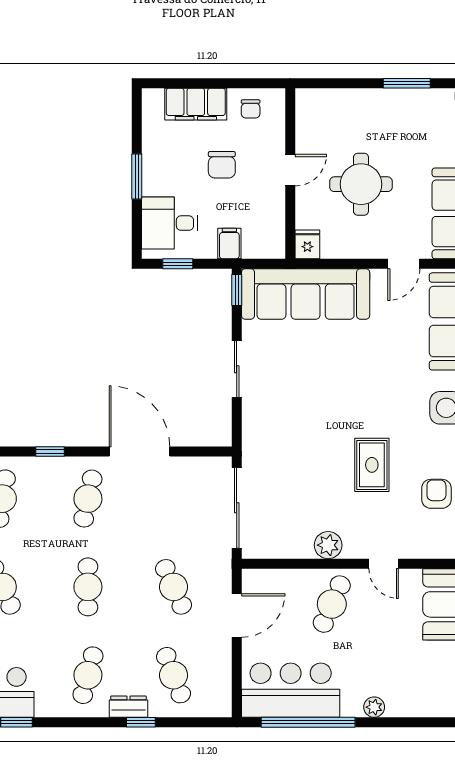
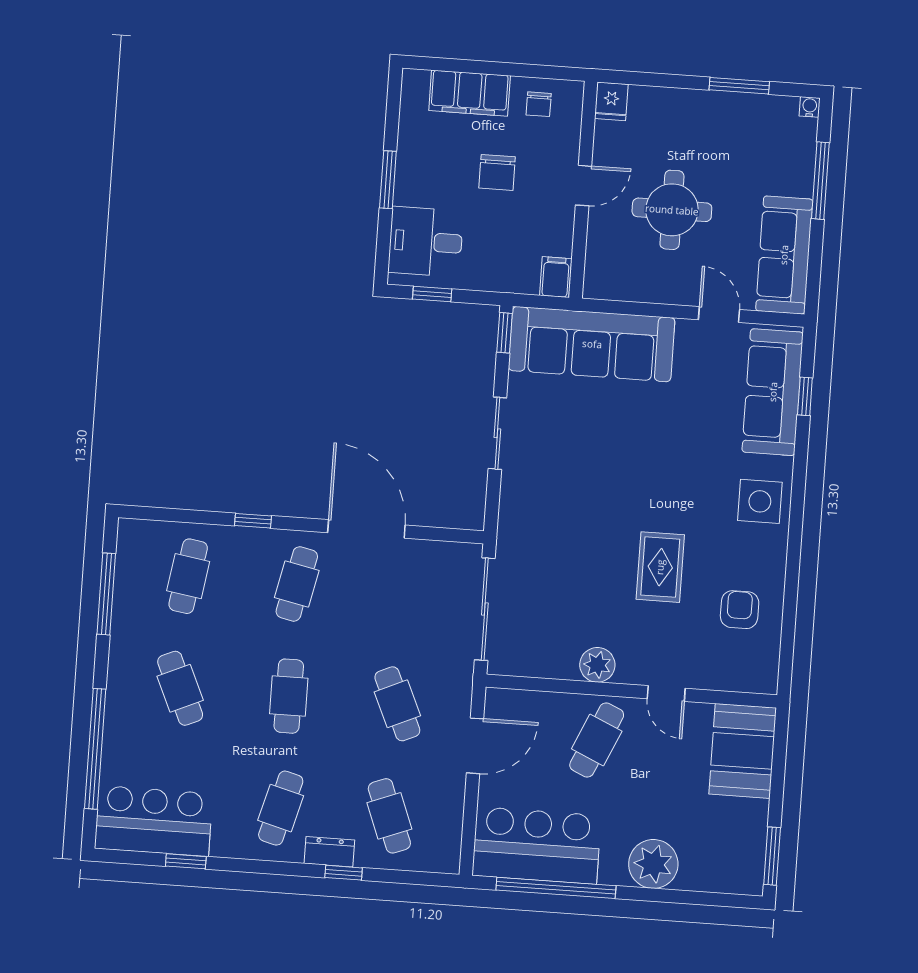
filing cabinet: (229, 243) -> (556, 277), moved
fridge: (307, 244) -> (611, 101), moved, turned 180
door: (404, 264) -> (719, 315), swing flipped
plant: (374, 707) -> (653, 864), width x1.88, depth x1.88

